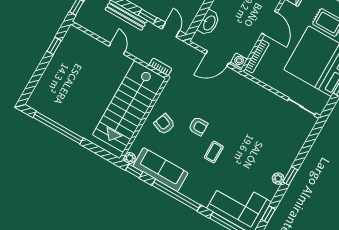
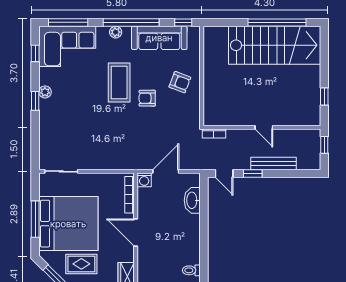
stairs: (129, 106) -> (275, 45), moved, turned 90
coffee table: (214, 152) -> (119, 82), width x1.86, depth x1.72
plant: (130, 158) -> (116, 32), moved

